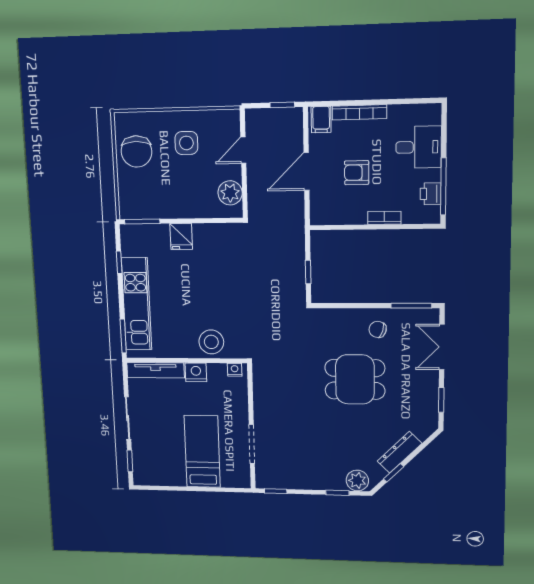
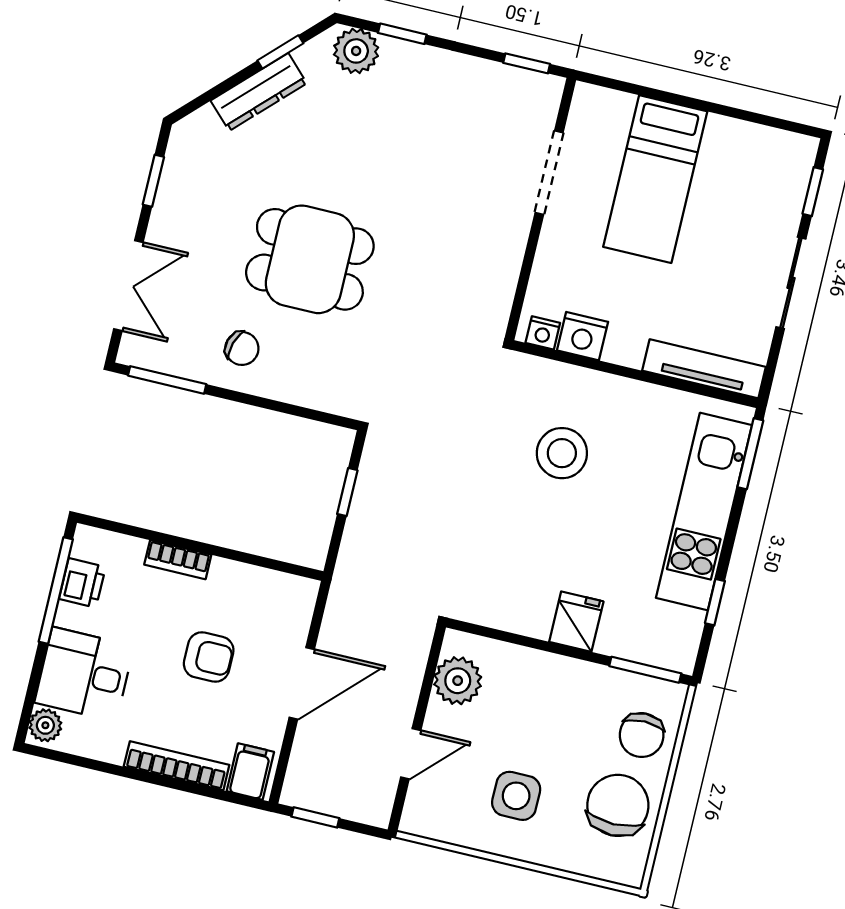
plant: (433, 115) -> (45, 725), added
chair: (135, 189) -> (642, 735), added
stool: (211, 342) -> (562, 453), moved
nightstand: (196, 372) -> (583, 336), moved

